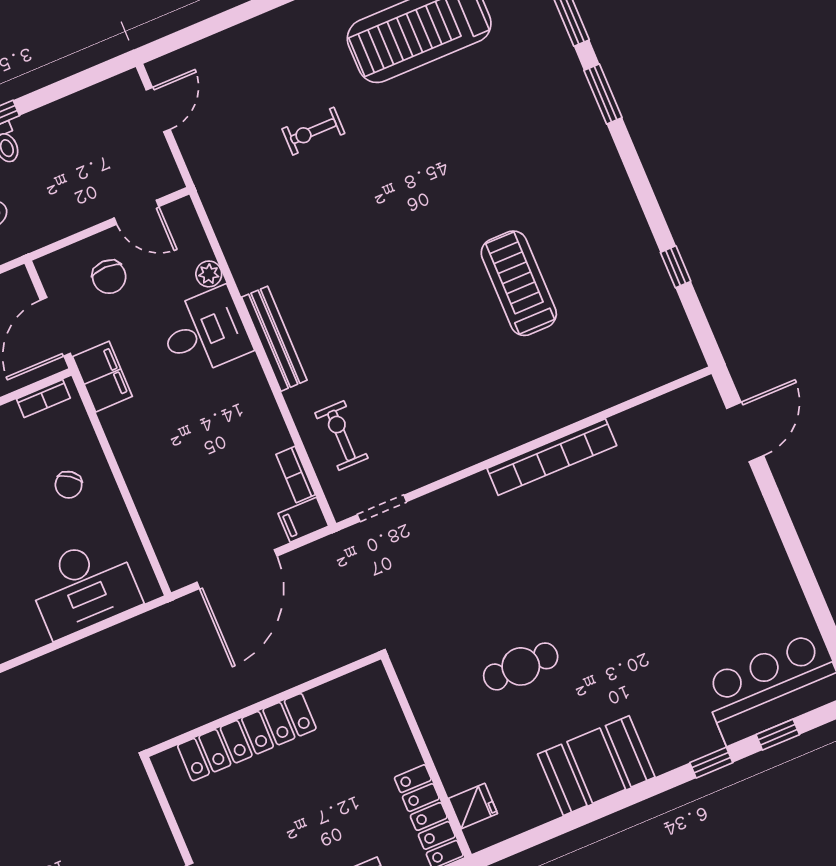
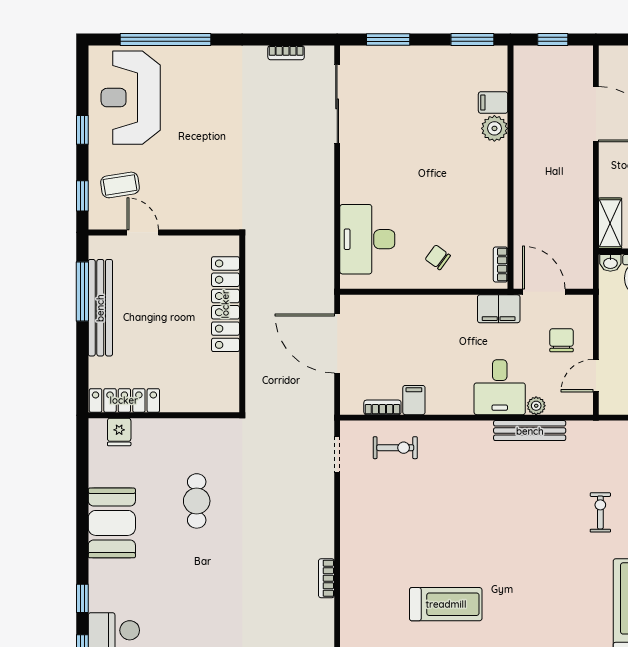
chair: (109, 277) -> (561, 340), turned 90
bench: (274, 339) -> (530, 431), moved
bookcase: (552, 457) -> (326, 578), width x0.43, depth x0.76
filing cabinet: (303, 520) -> (414, 400), moved

